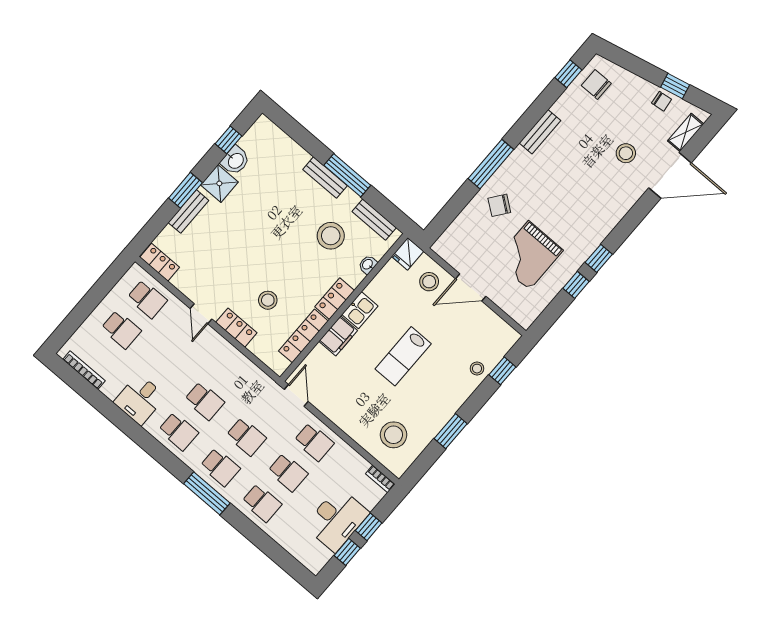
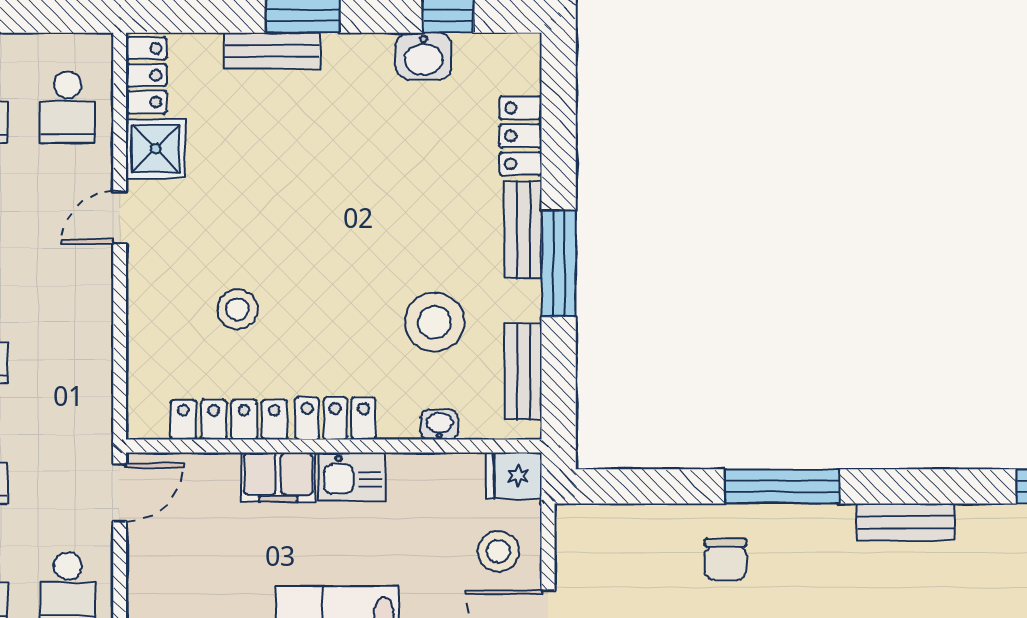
shower: (219, 183) -> (156, 149), moved
chair: (499, 205) -> (725, 559), turned -127
locker: (236, 328) -> (521, 136), moved, turned 180

